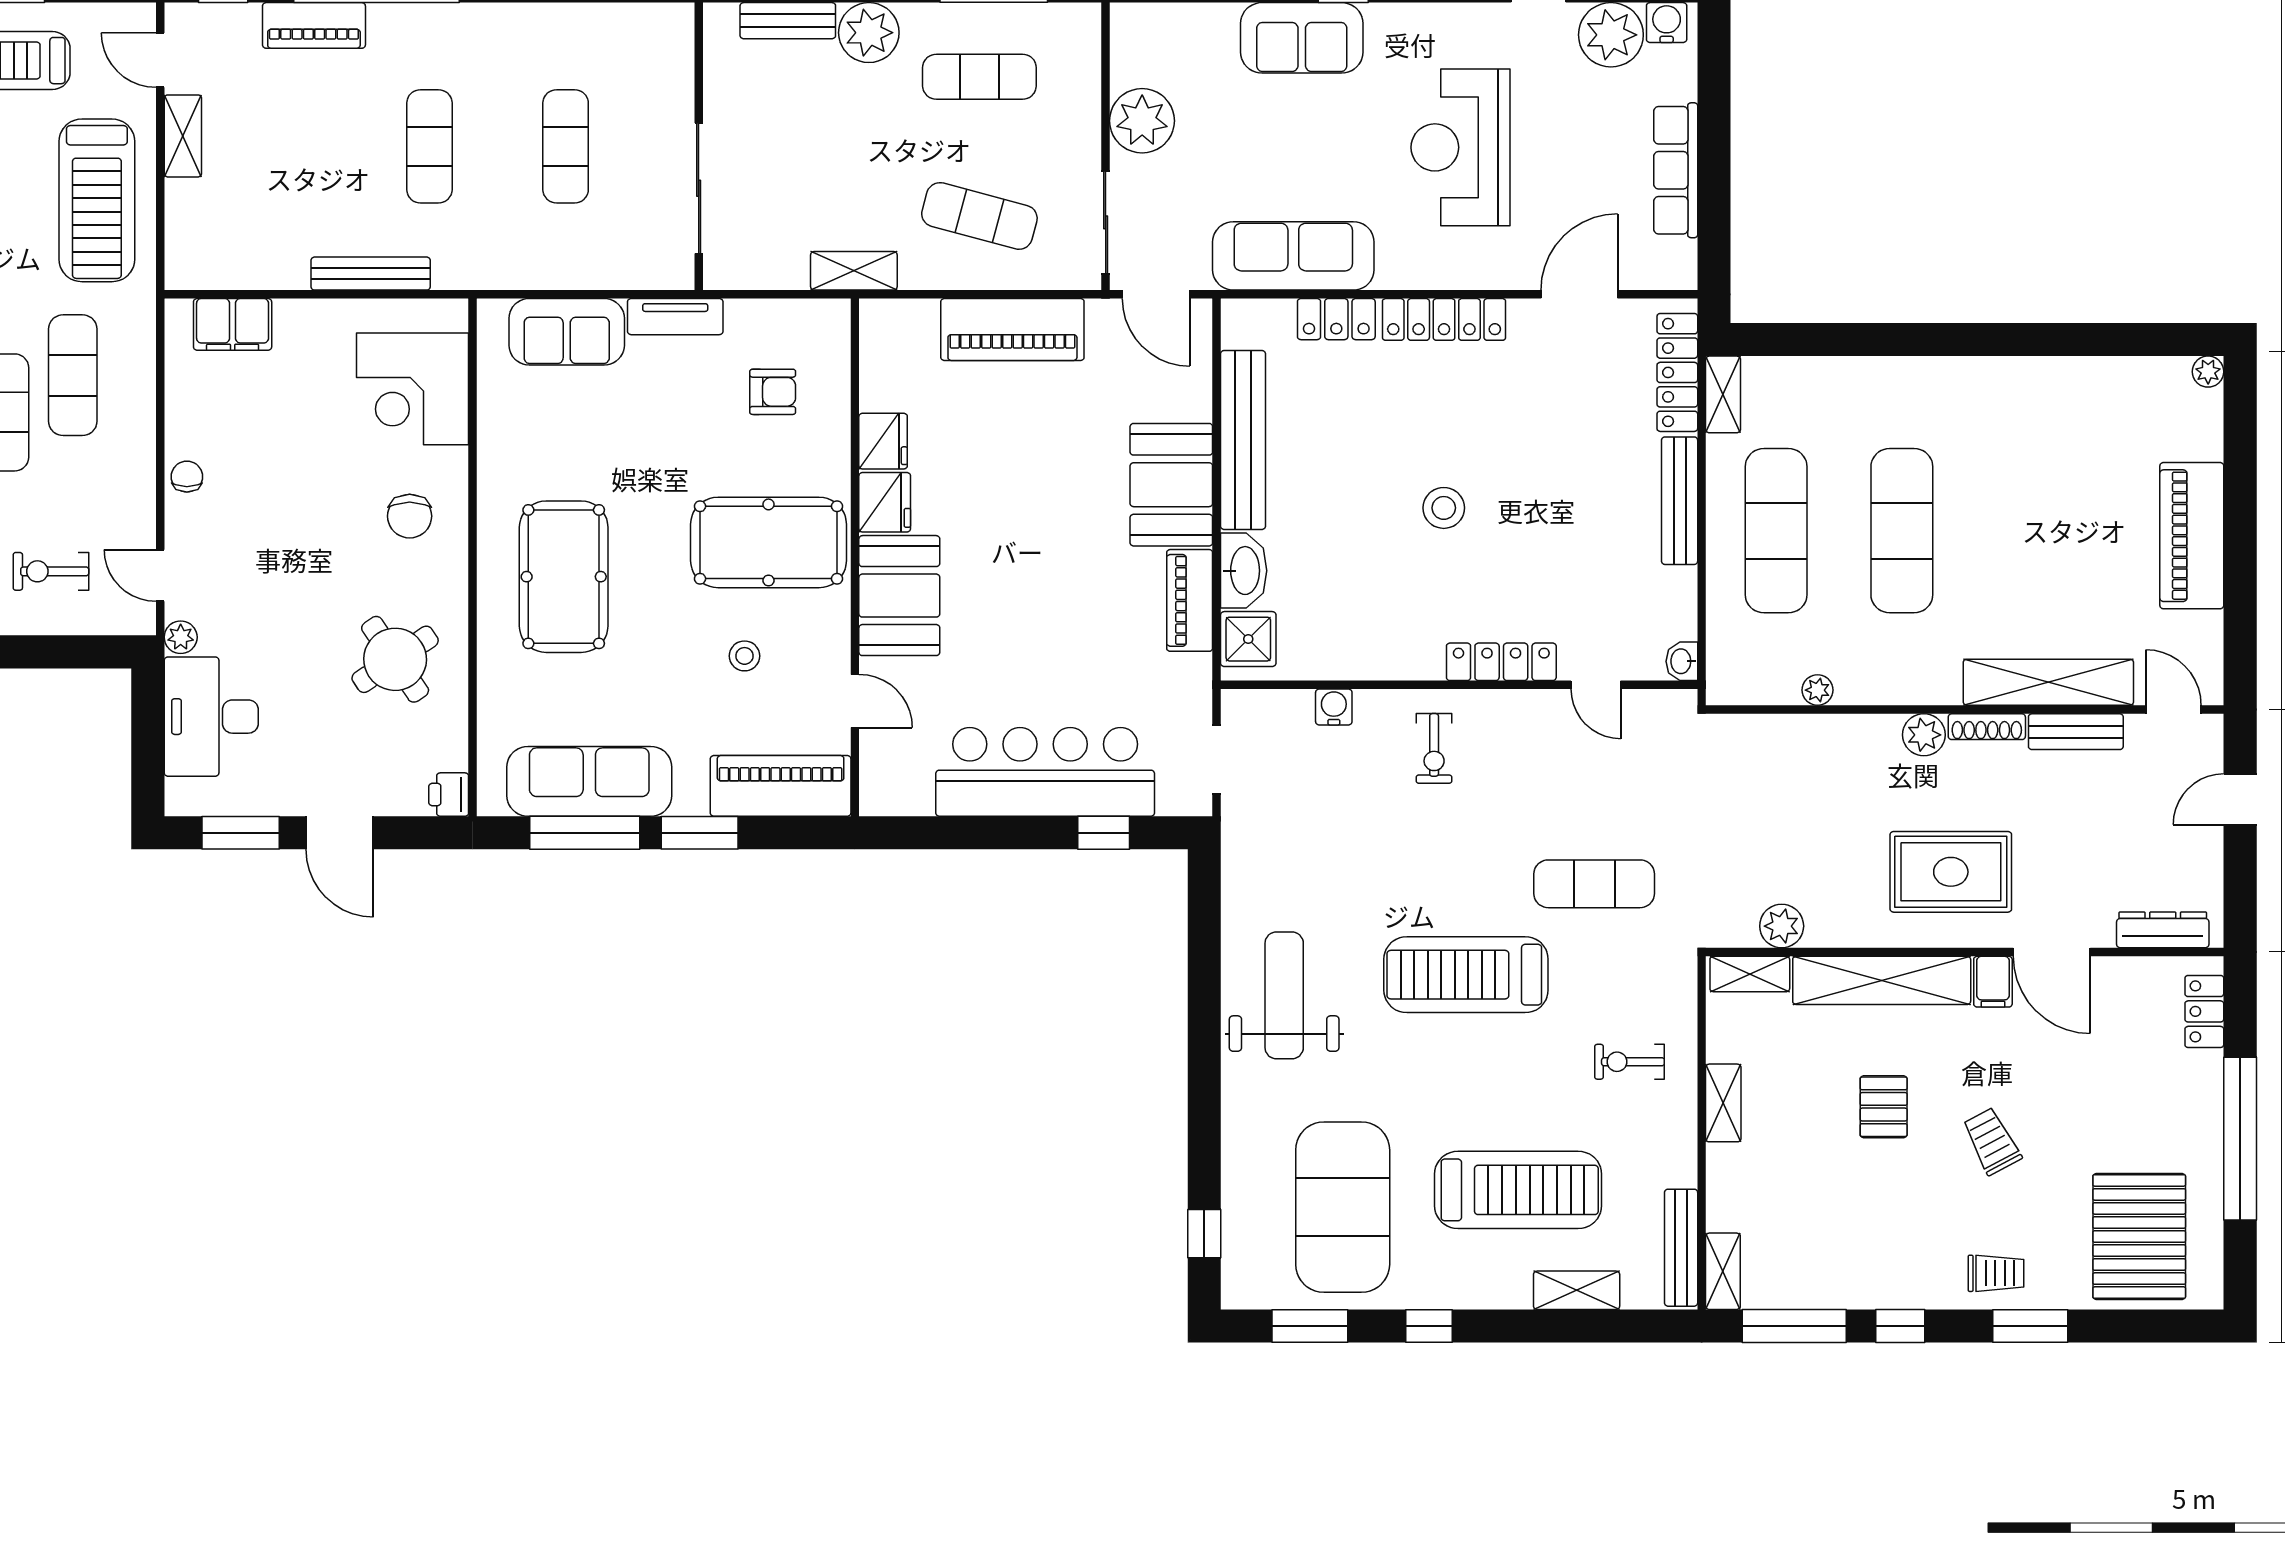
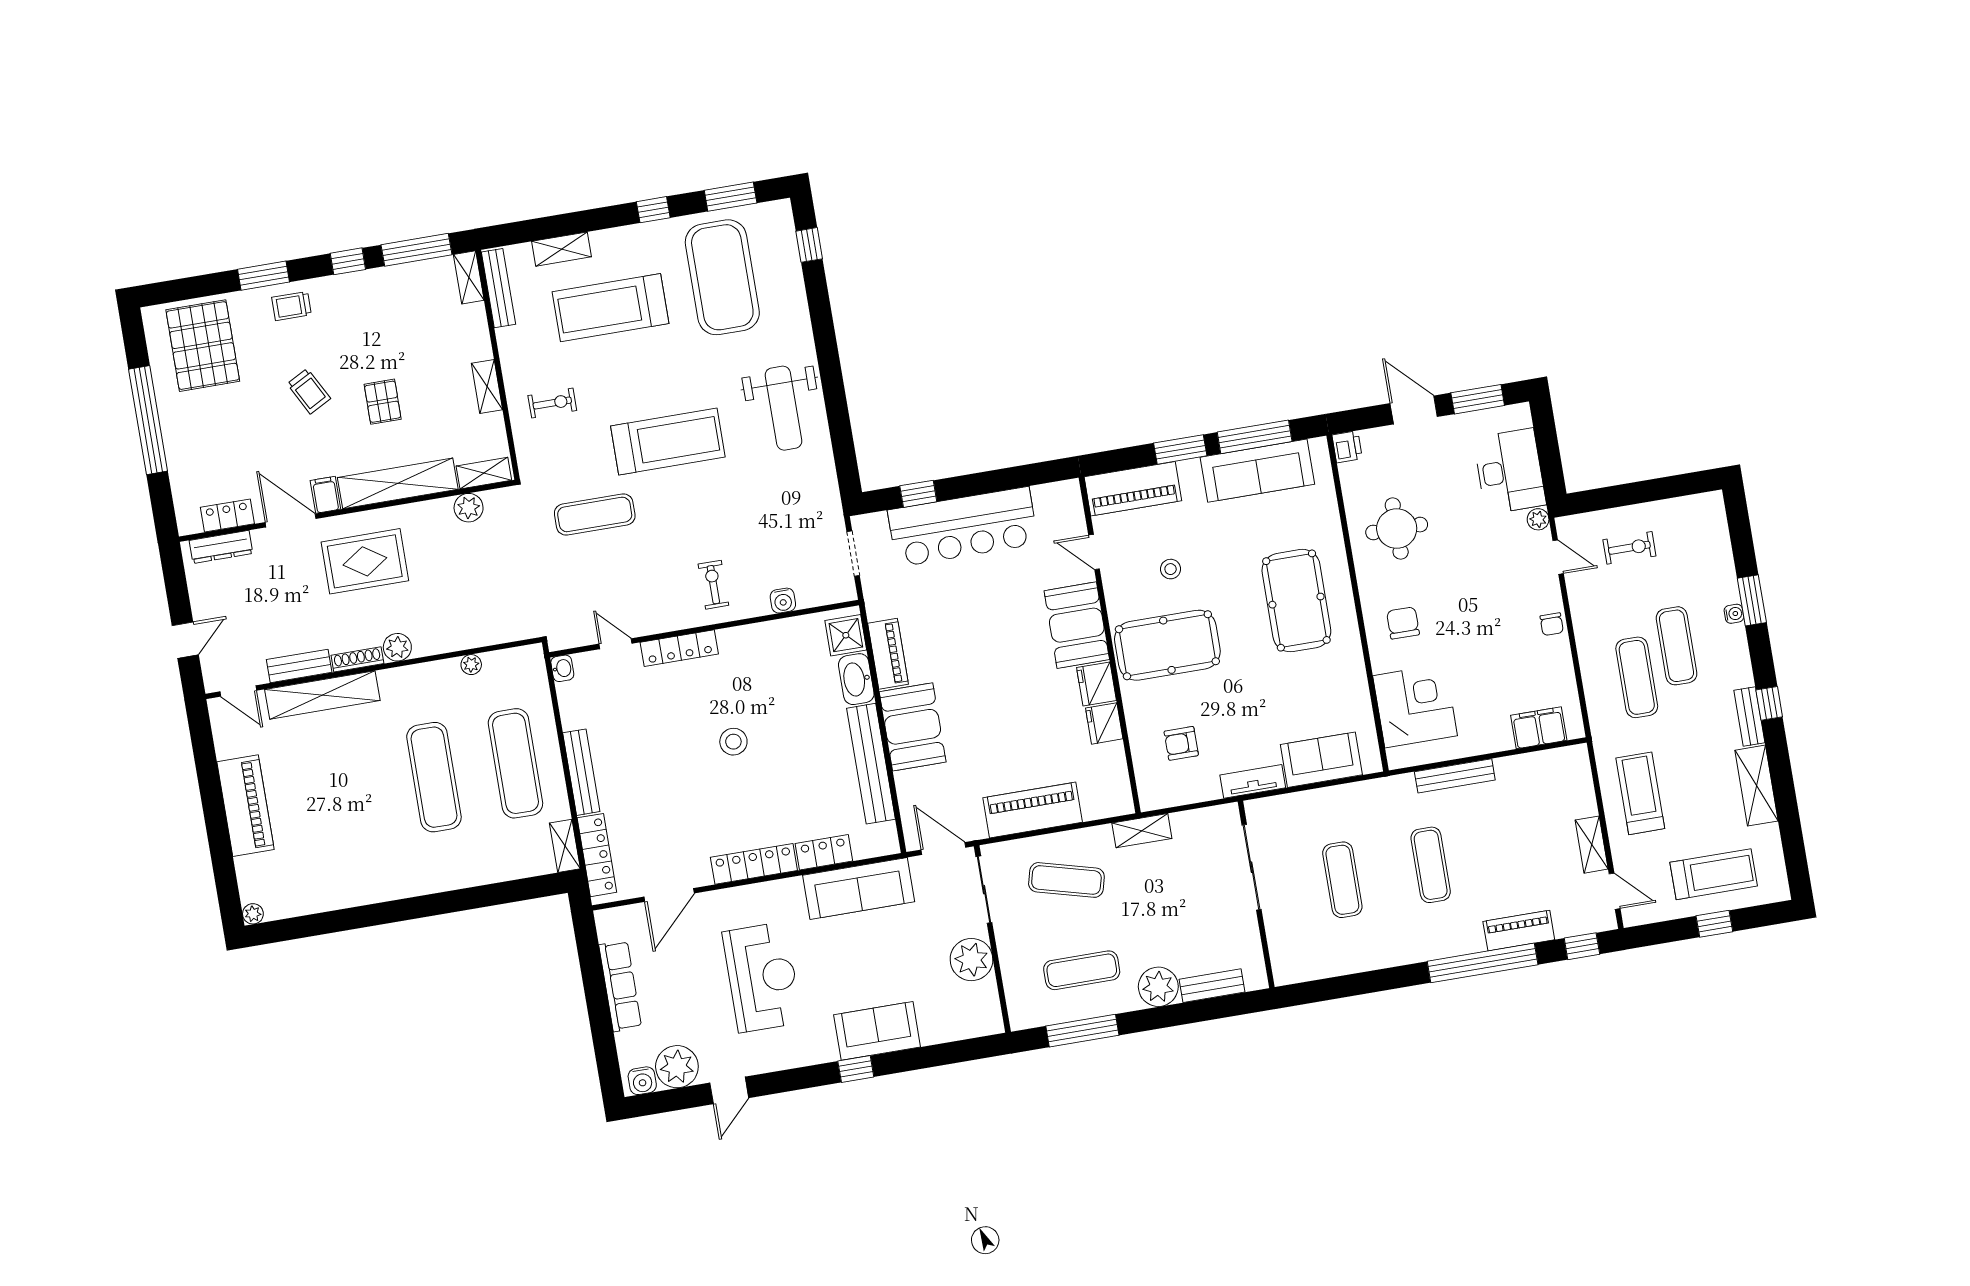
treadmill: (97, 200) -> (1640, 793), width x0.73, depth x0.73
round table: (395, 659) -> (1397, 529), turned 34
locker: (2204, 1011) -> (227, 516), moved, turned -90

